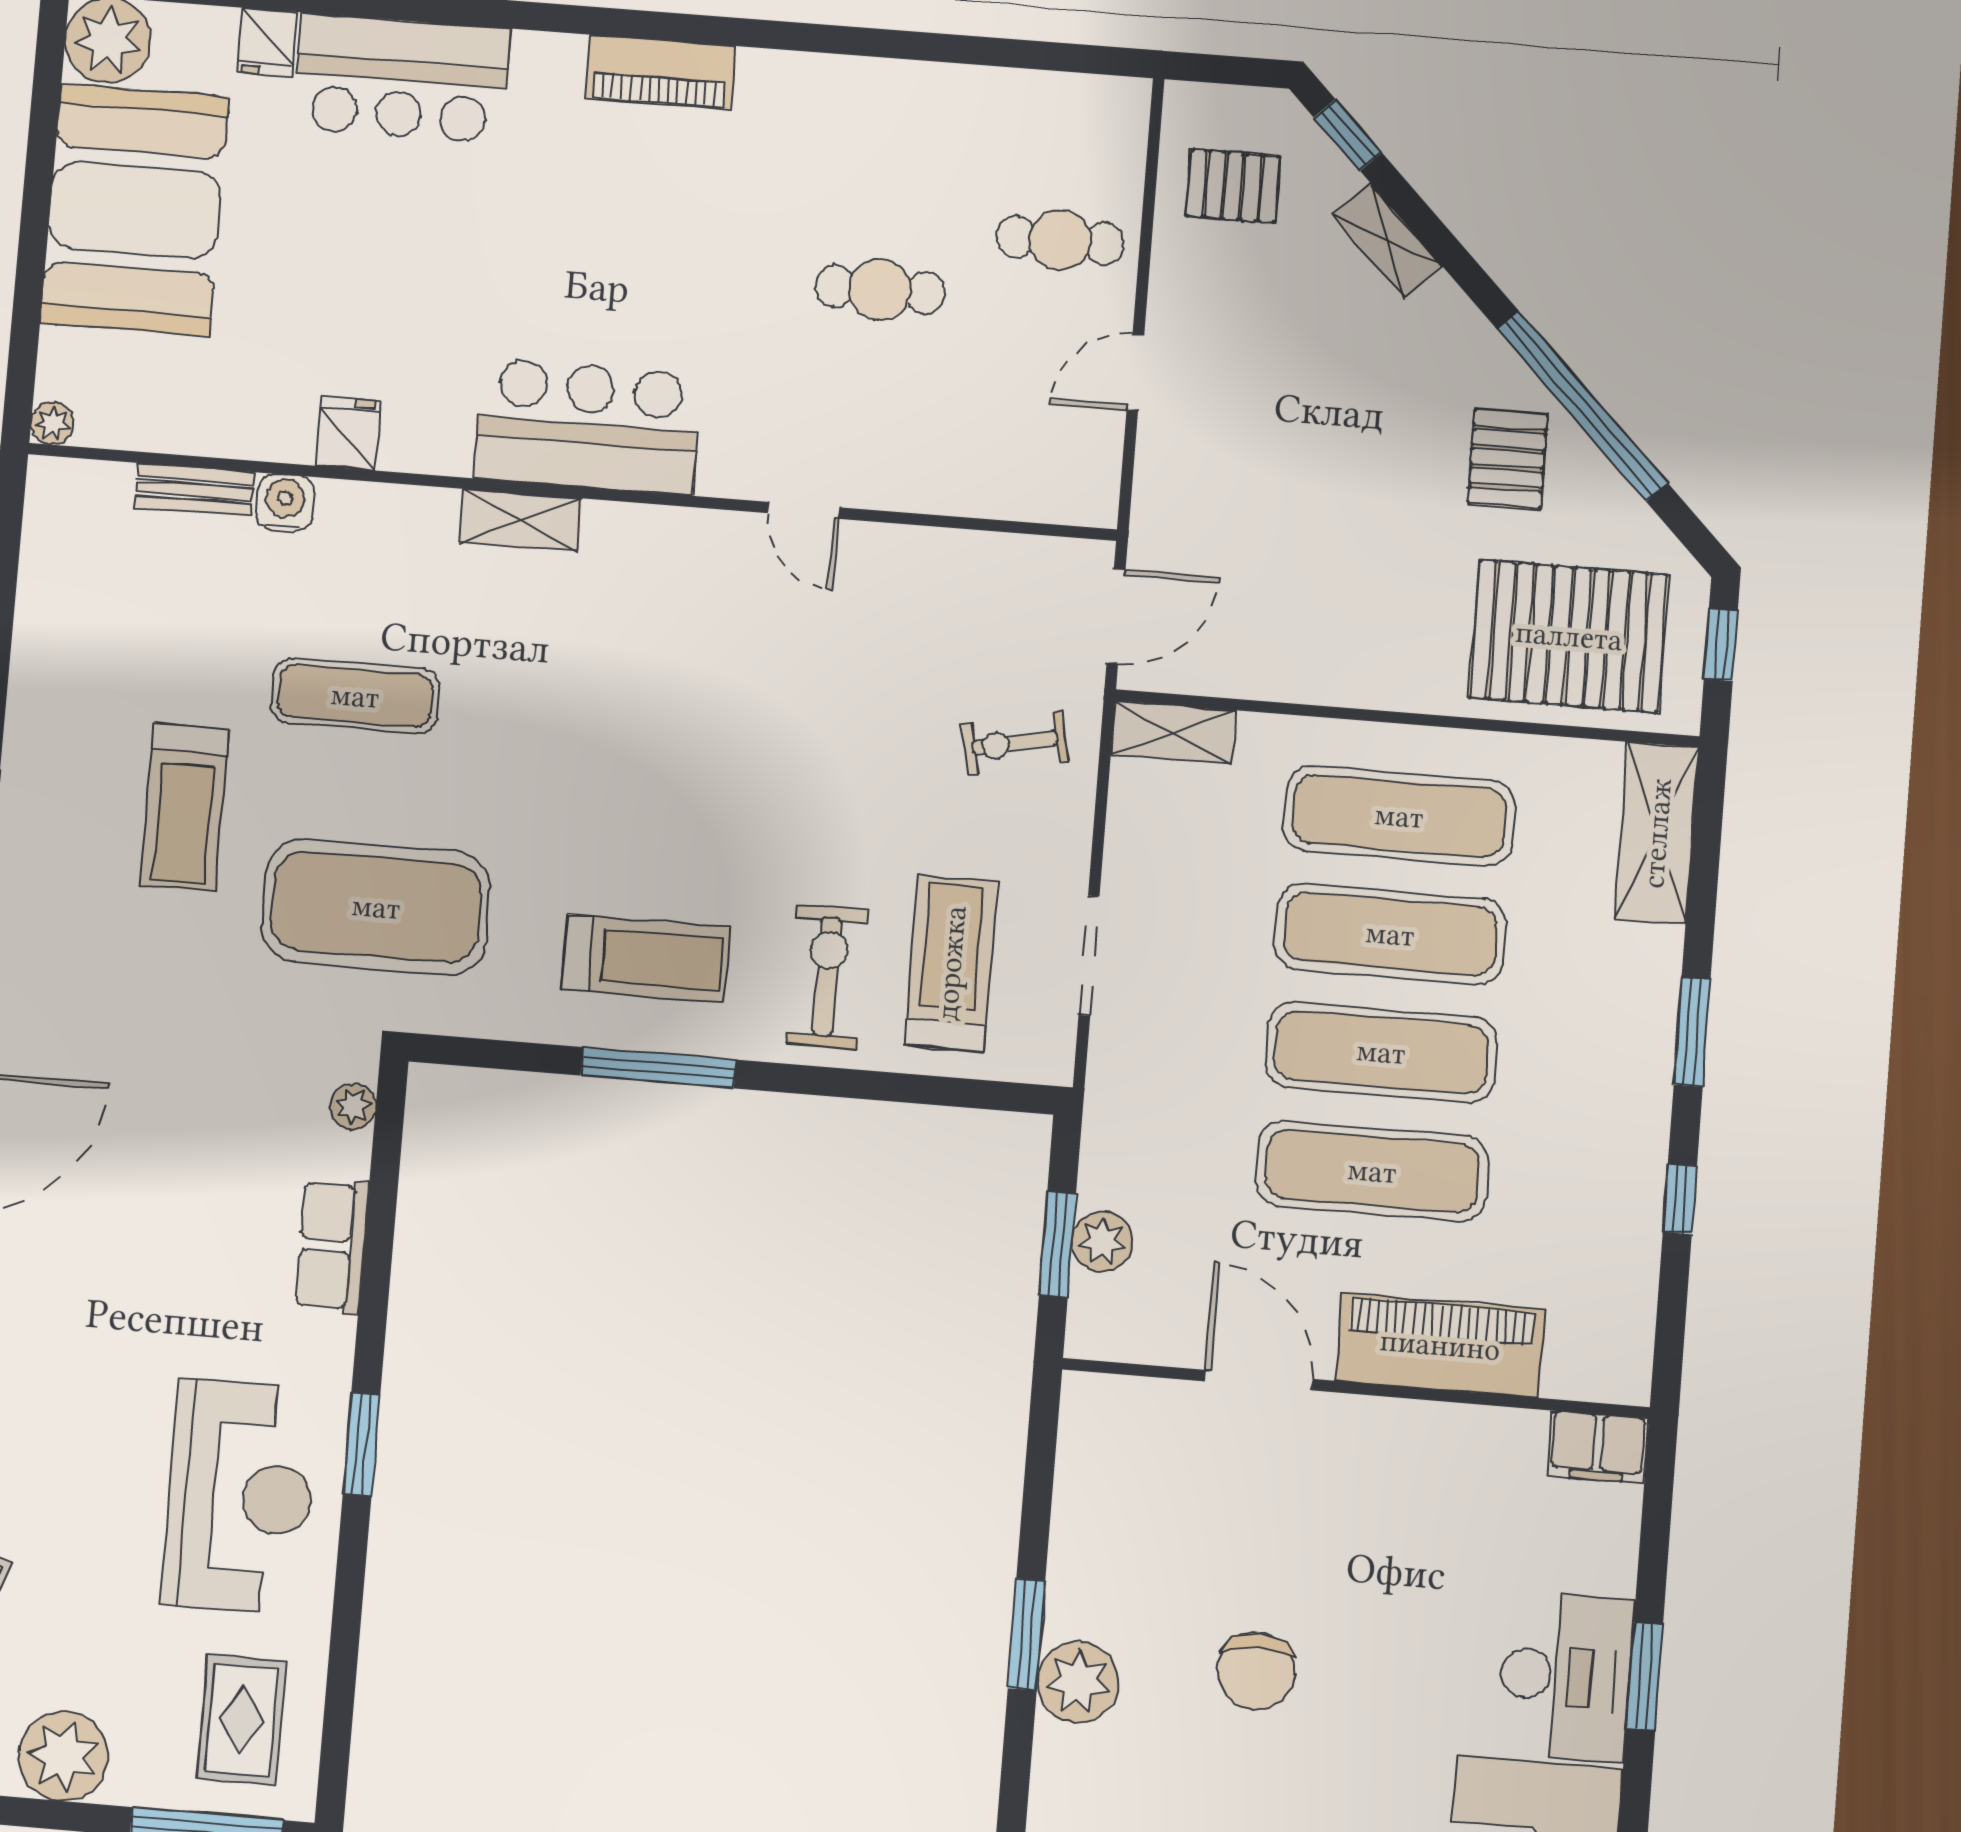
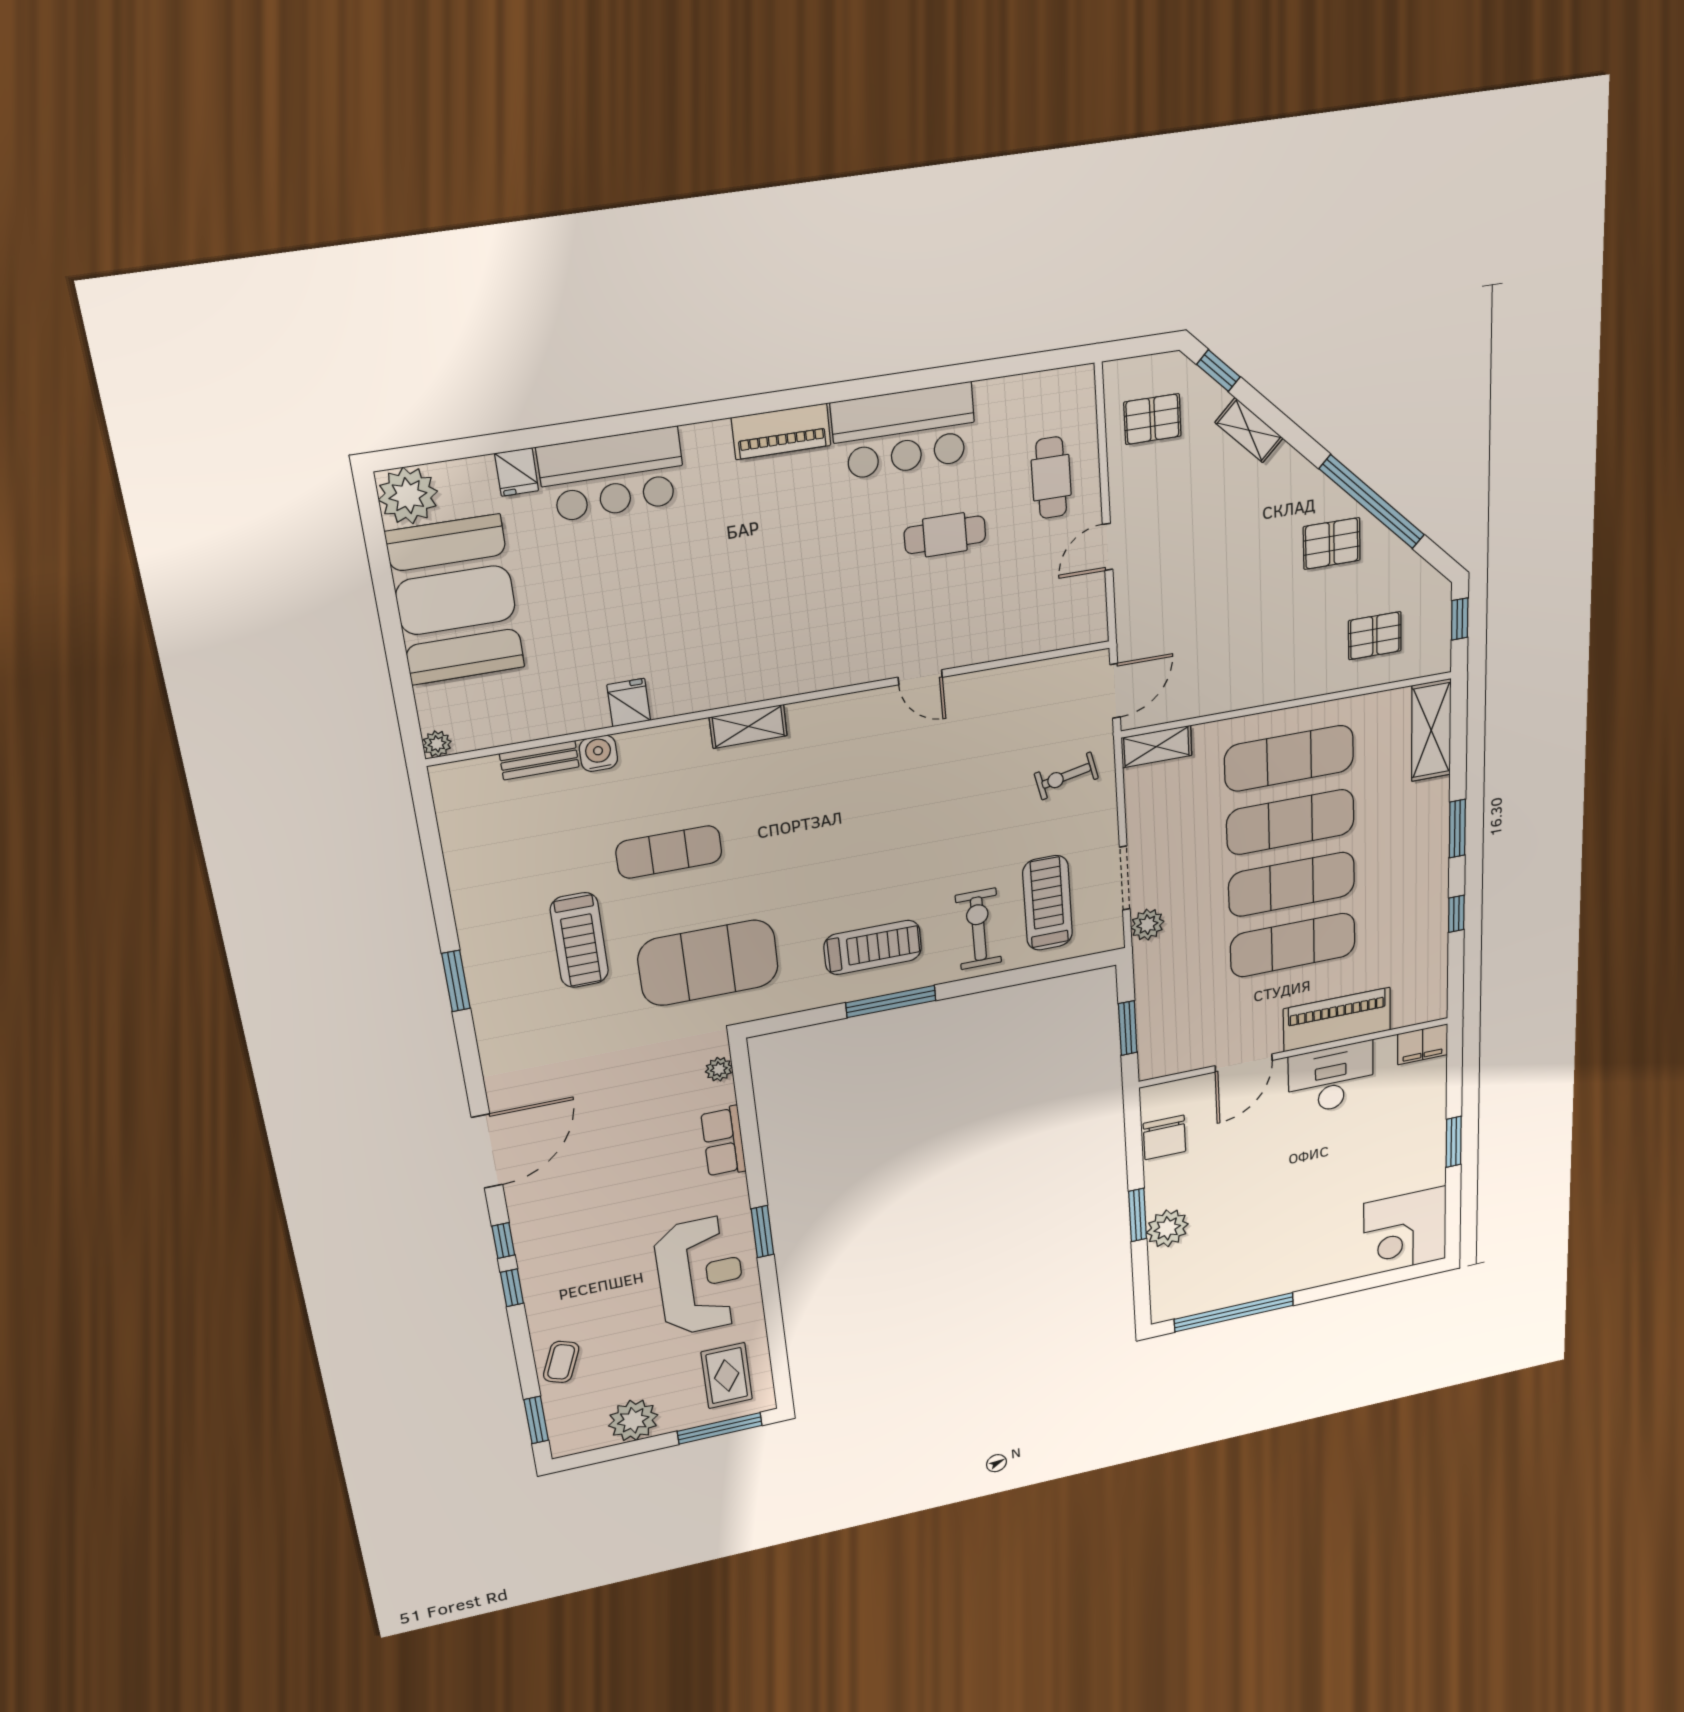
cafe table: (1060, 240) -> (1051, 478), turned 90
bar counter: (588, 426) -> (904, 431), moved, turned 180
pallet: (1508, 459) -> (1332, 543), turned 90
pallet: (1569, 636) -> (1375, 636), width x0.49, depth x0.50
plant: (1102, 1241) -> (1147, 925), moved
door: (1259, 1380) -> (1244, 1063), swing flipped
chair: (1256, 1671) -> (1164, 1137), moved
desk: (1566, 1676) -> (1331, 1078), moved, turned -90

